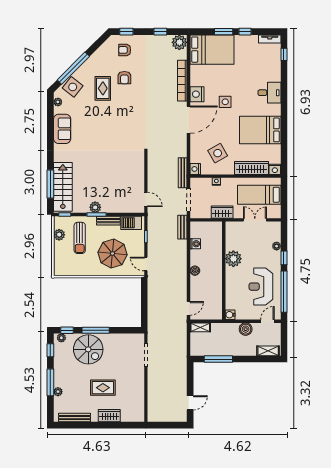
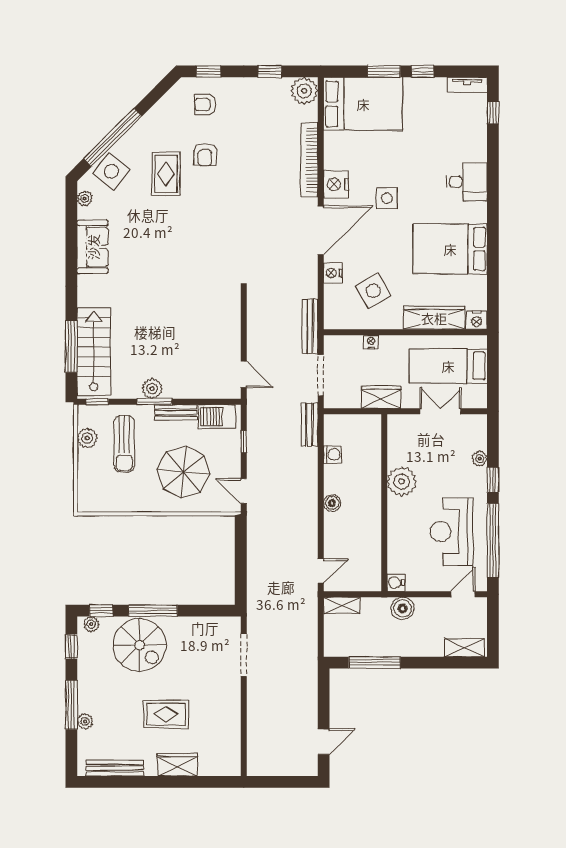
nightstand: (195, 169) -> (333, 273), moved
boiler: (246, 329) -> (403, 608), moved

